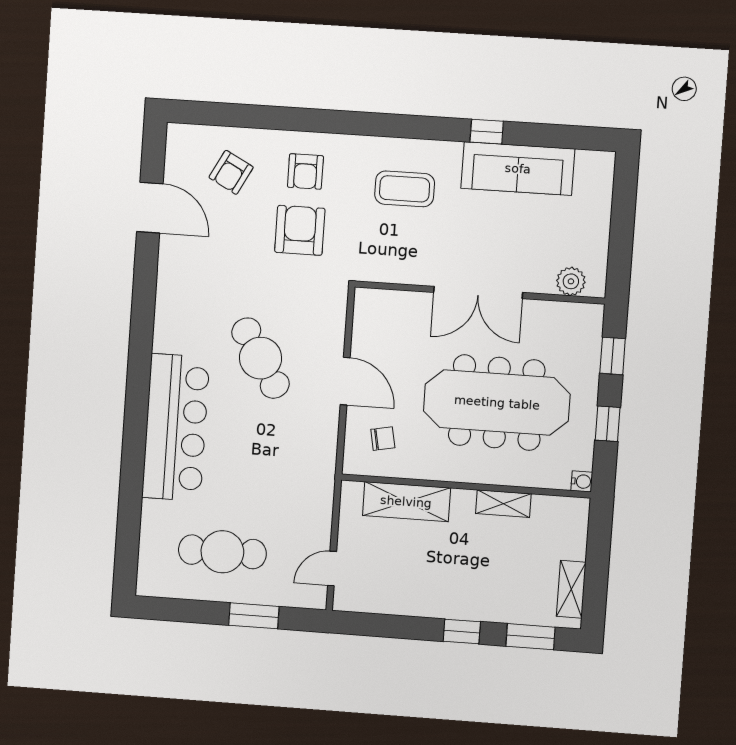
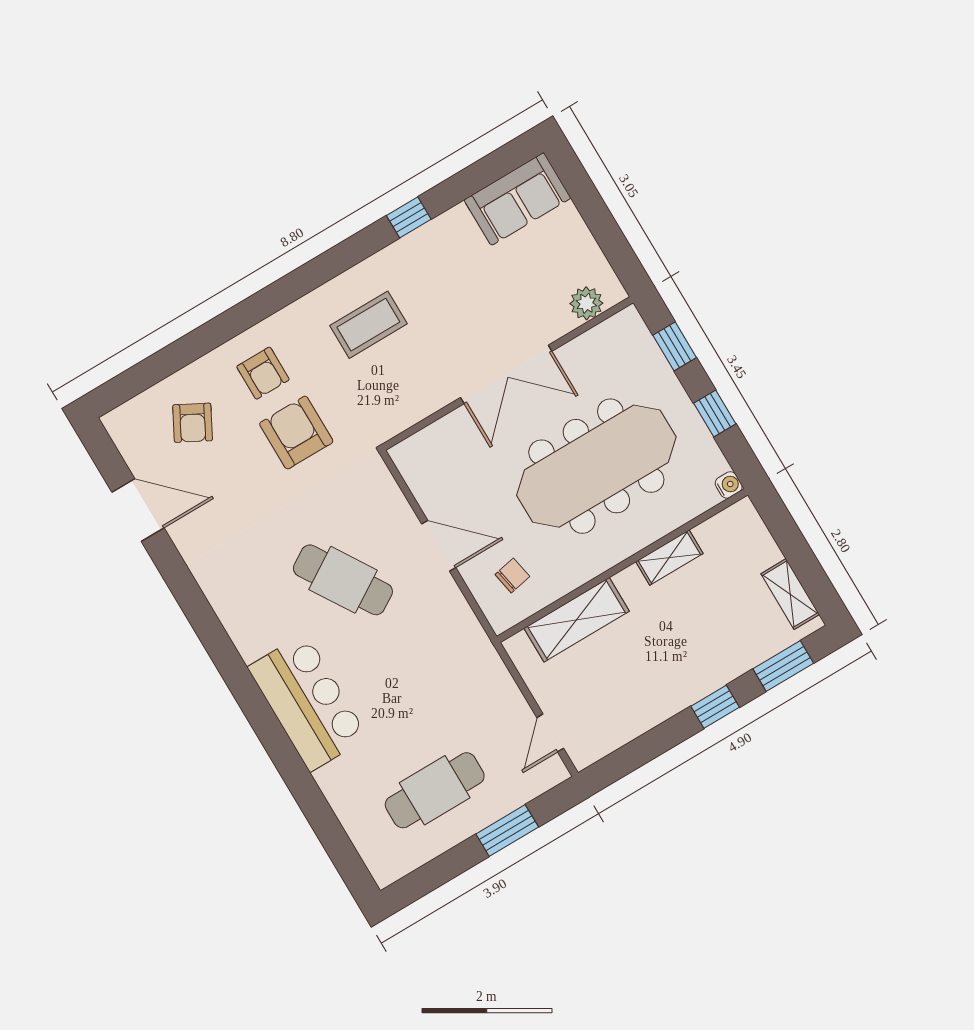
sofa: (518, 169) -> (517, 199), moved, width x0.73
bar counter: (176, 427) -> (308, 702), width x0.73

